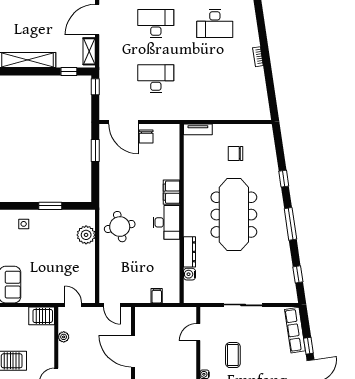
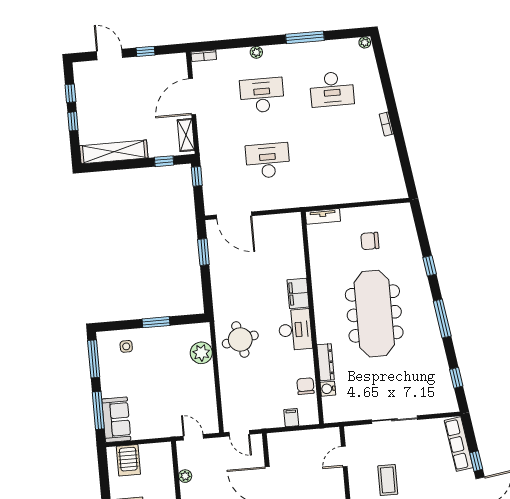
chair: (146, 136) -> (305, 386), moved, turned 180
server rack: (42, 316) -> (128, 460), moved, turned -90

